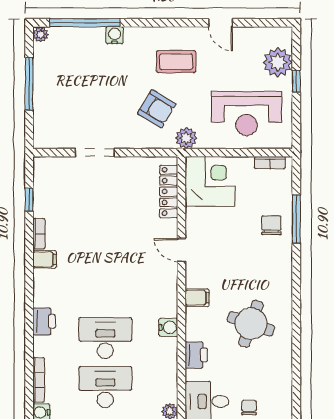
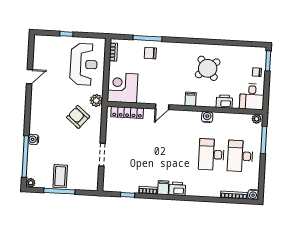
coffee table: (176, 62) -> (60, 176), moved
plant: (278, 62) -> (55, 44), removed
armchair: (157, 109) -> (78, 117), turned -81
printer: (44, 321) -> (177, 189), moved
round table: (251, 324) -> (208, 68), turned 33

